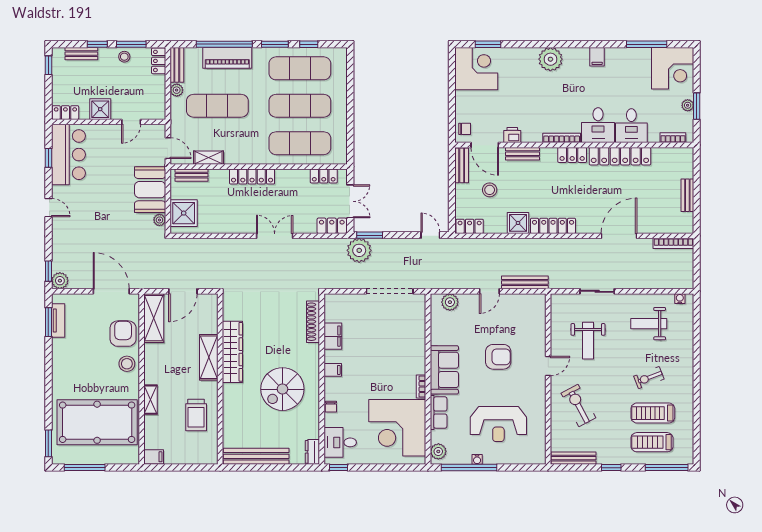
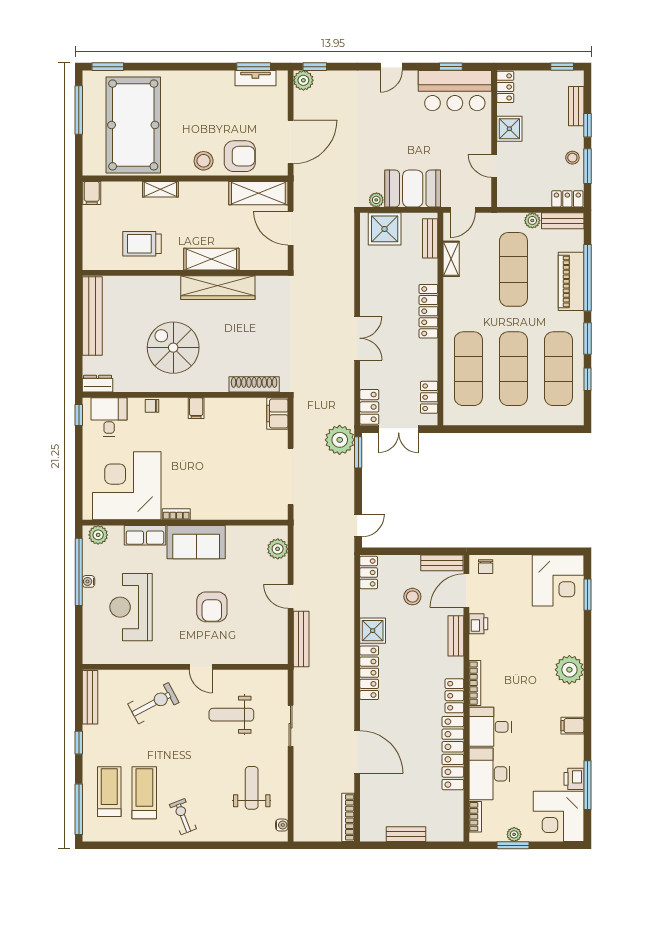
printer: (641, 55) -> (574, 779), added
desk: (631, 126) -> (490, 774), width x1.37
filing cabinet: (333, 336) -> (277, 413), moved, turned 90
exercise bike: (649, 378) -> (183, 817), moved

